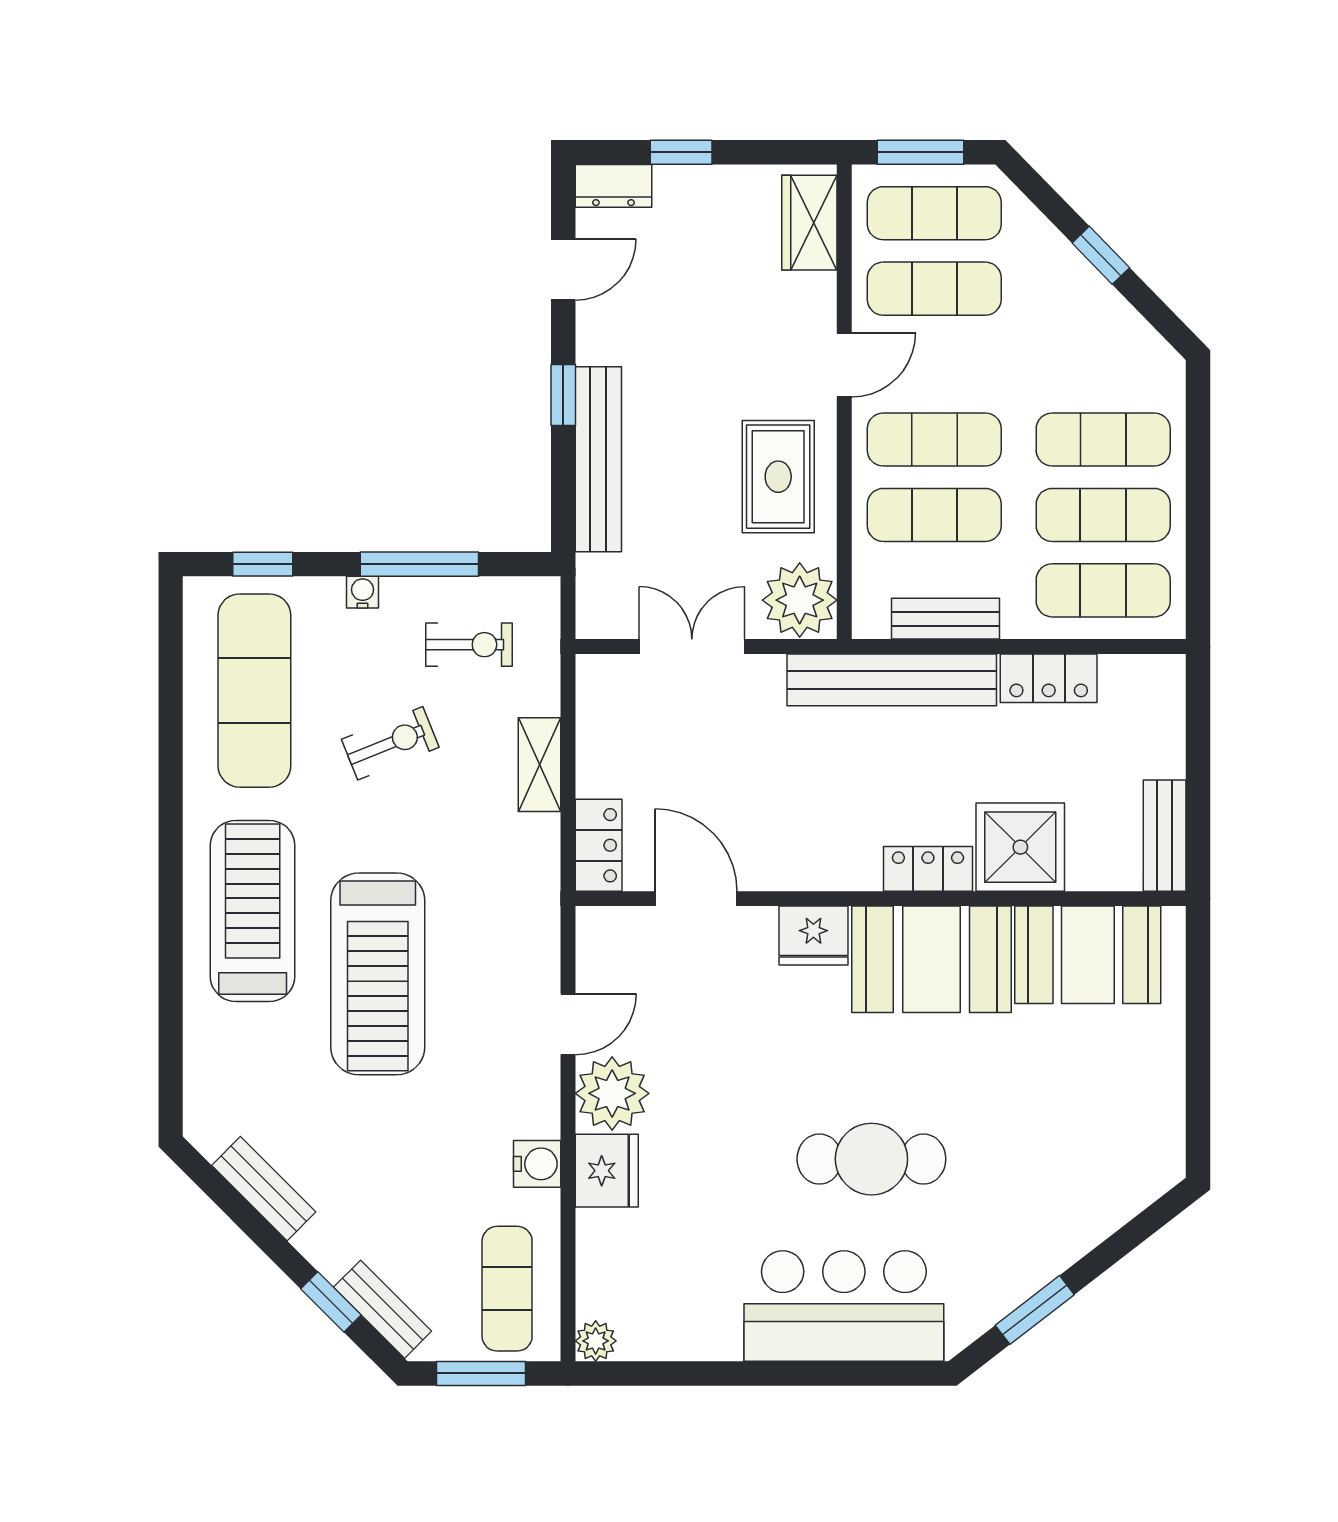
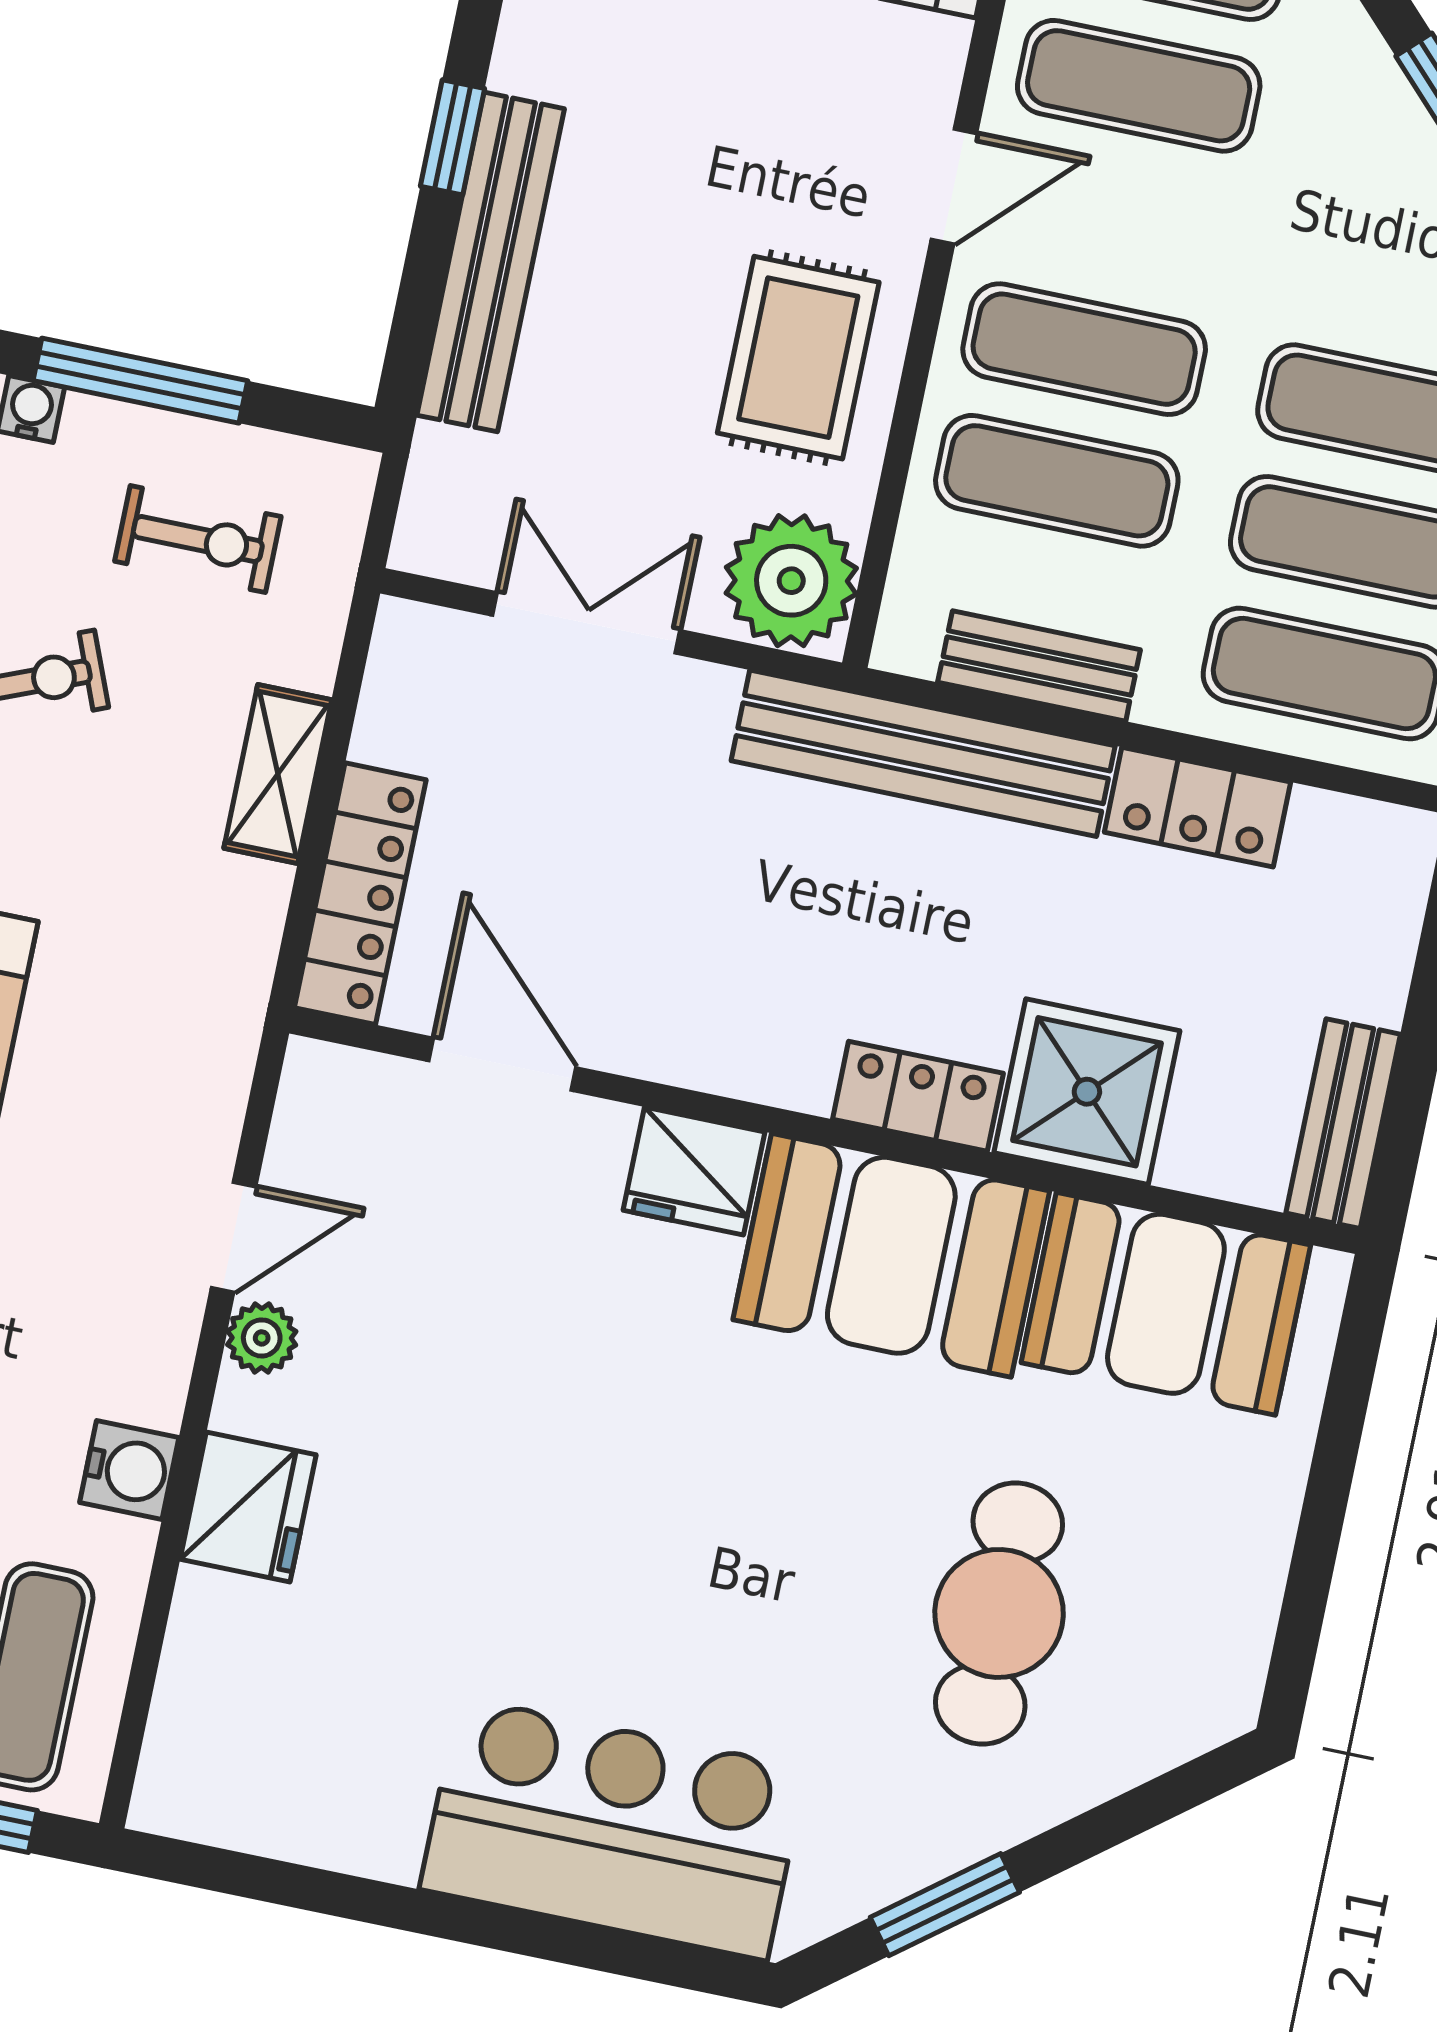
locker: (599, 845) -> (360, 894), width x1.53
plant: (612, 1093) -> (262, 1338), width x0.53, depth x0.53
cafe table: (871, 1159) -> (999, 1613), moved, turned 90
plant: (596, 1341) -> (167, 1800), removed

